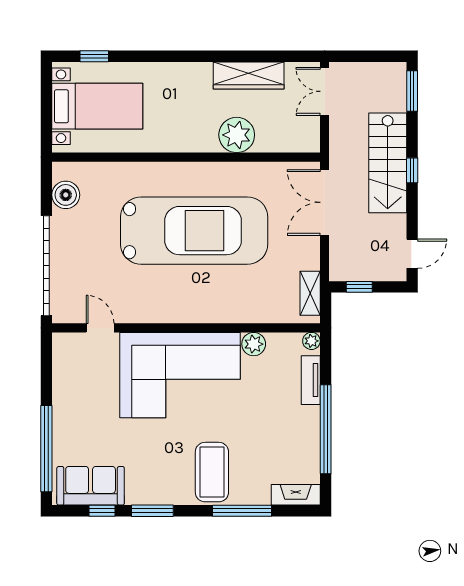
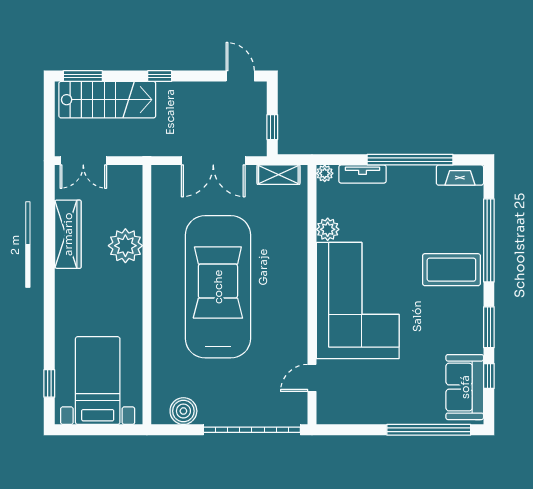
stairs: (388, 163) -> (107, 100), moved
double door: (325, 202) -> (213, 161), moved
fireplace: (296, 495) -> (460, 175), moved, turned -90
window: (242, 511) -> (489, 240), width x1.46

